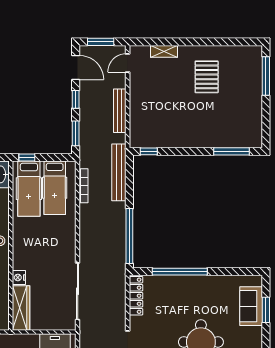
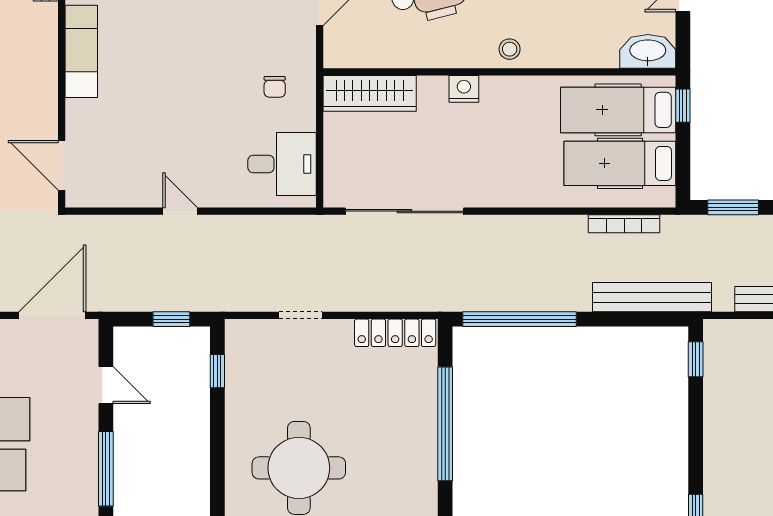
nightstand: (19, 277) -> (464, 89), moved

